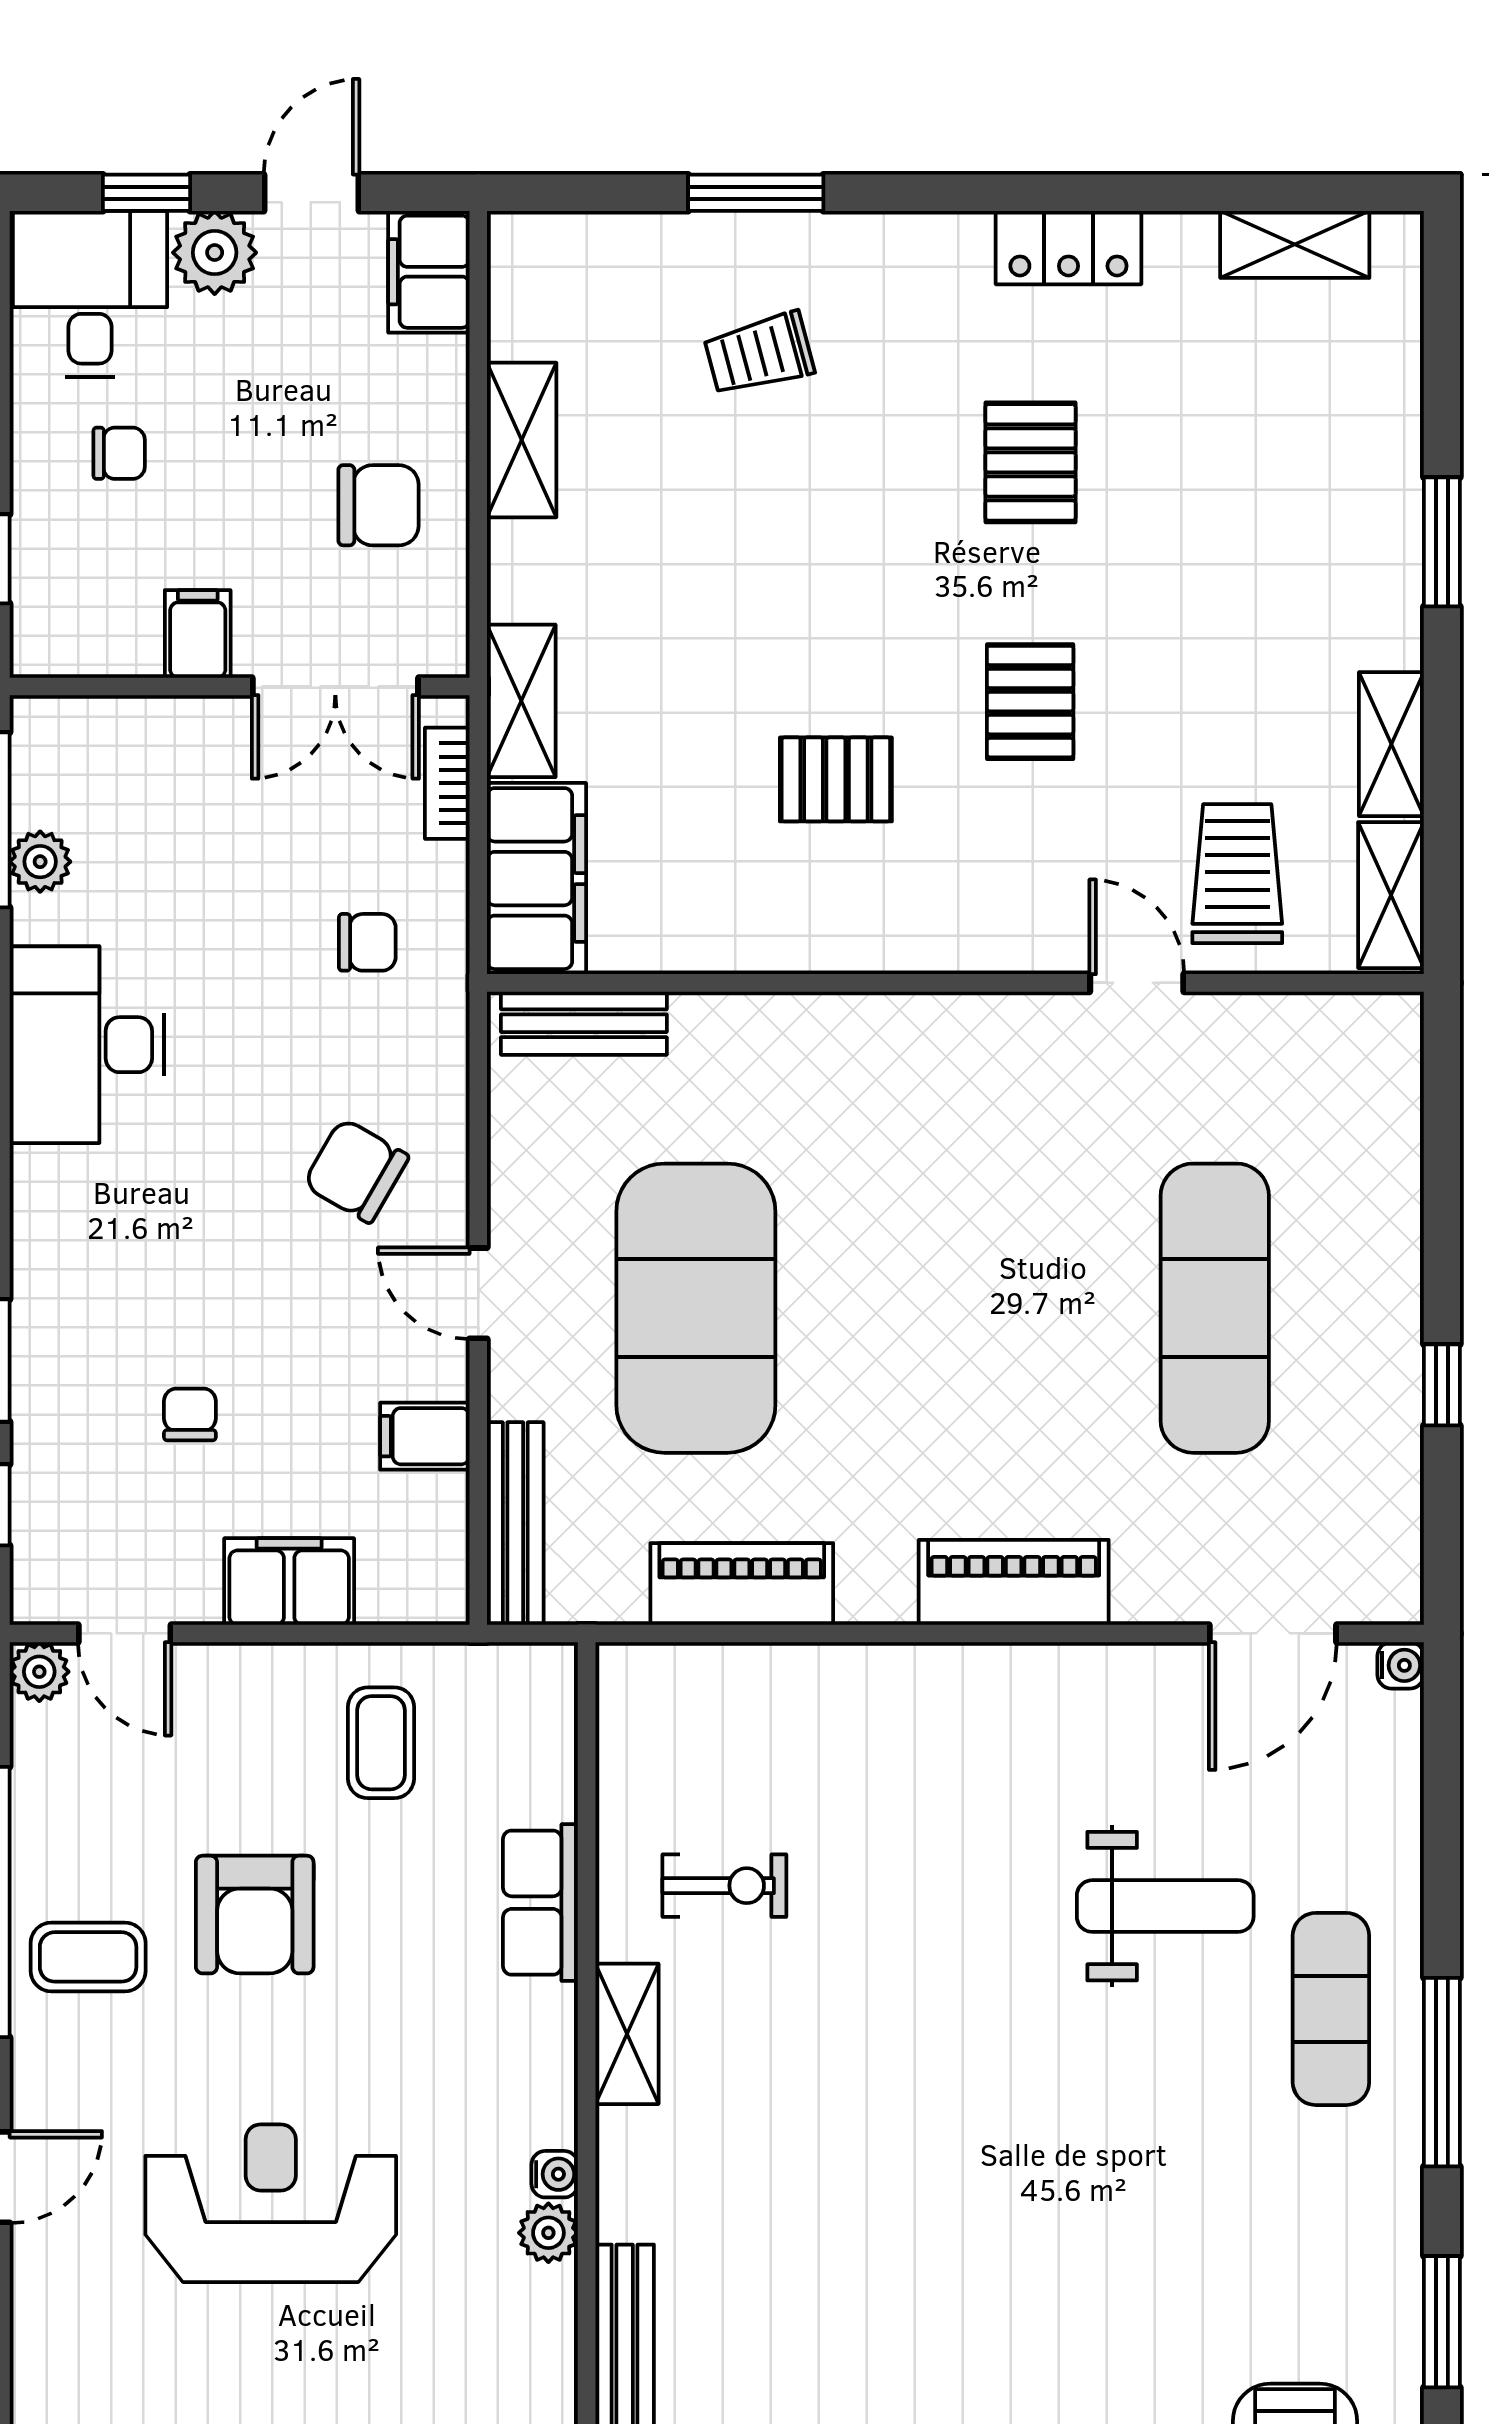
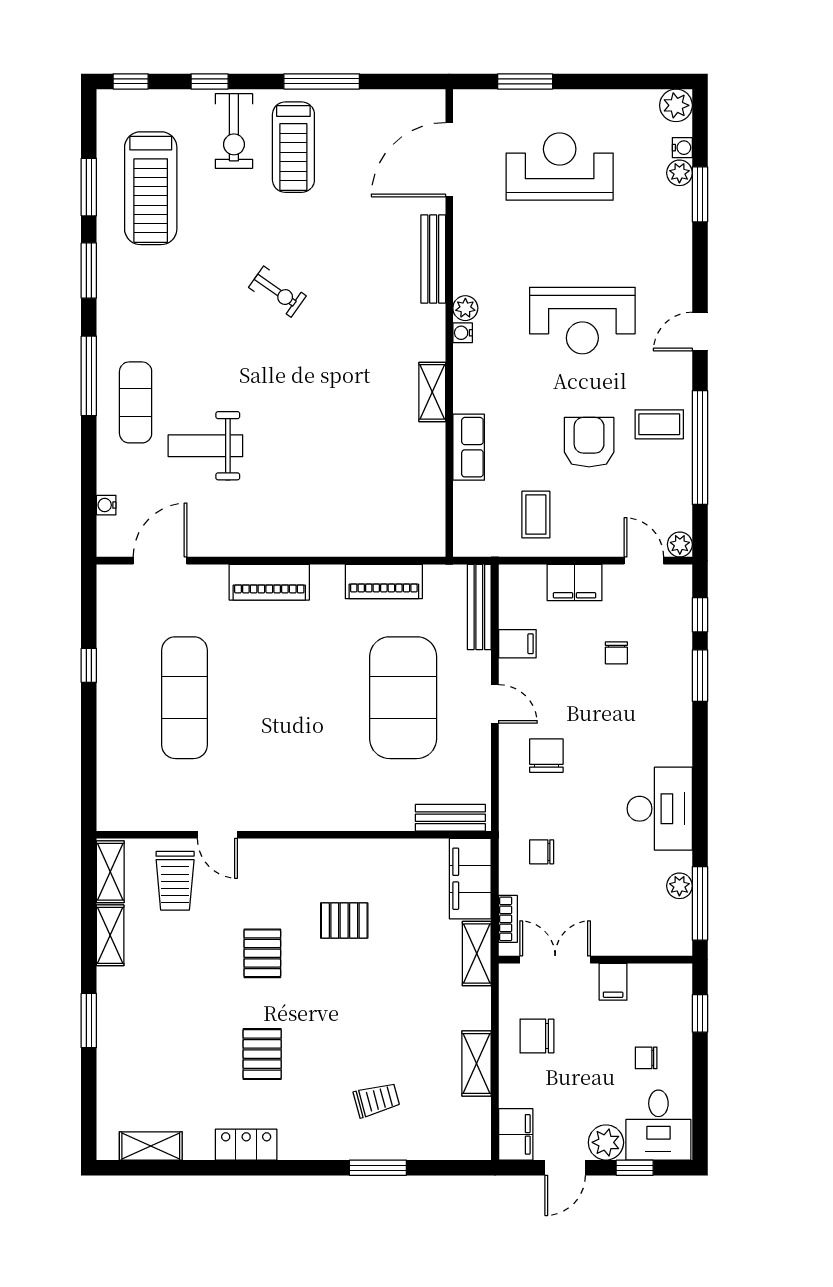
chair: (356, 1171) -> (546, 756), turned -120
water cooler: (1401, 1665) -> (106, 505), moved
exercise bike: (724, 1886) -> (277, 292), moved, turned -145

